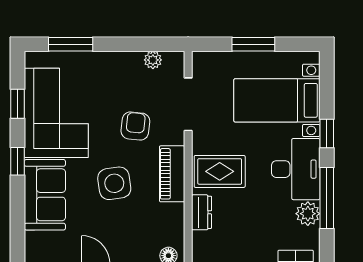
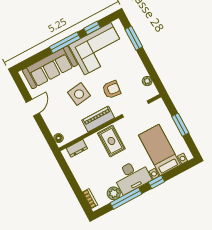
window: (17, 161) -> (65, 43), width x2.17
sofa: (45, 195) -> (50, 67), width x1.36
dresser: (201, 212) -> (77, 148), moved

